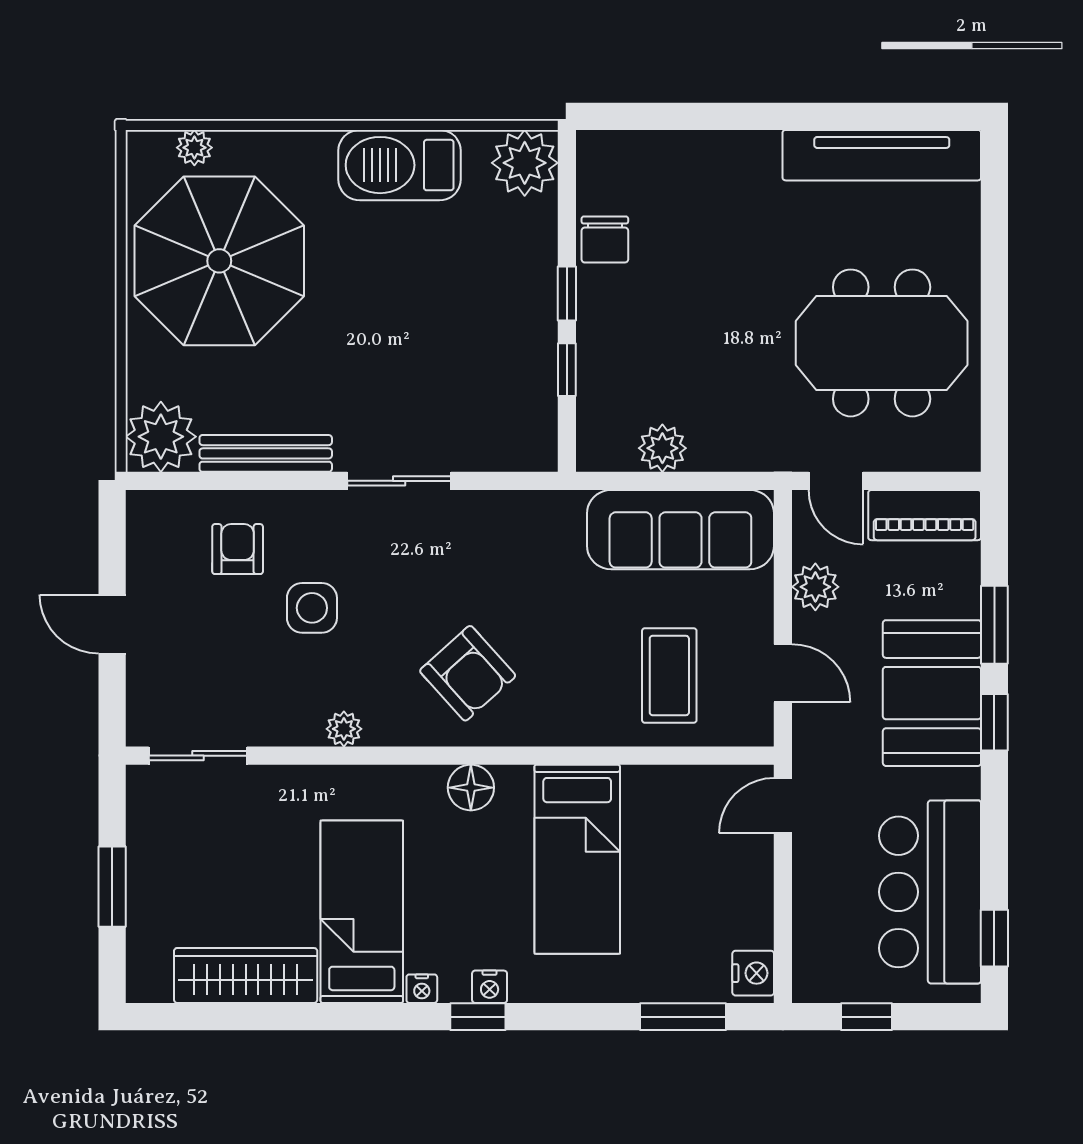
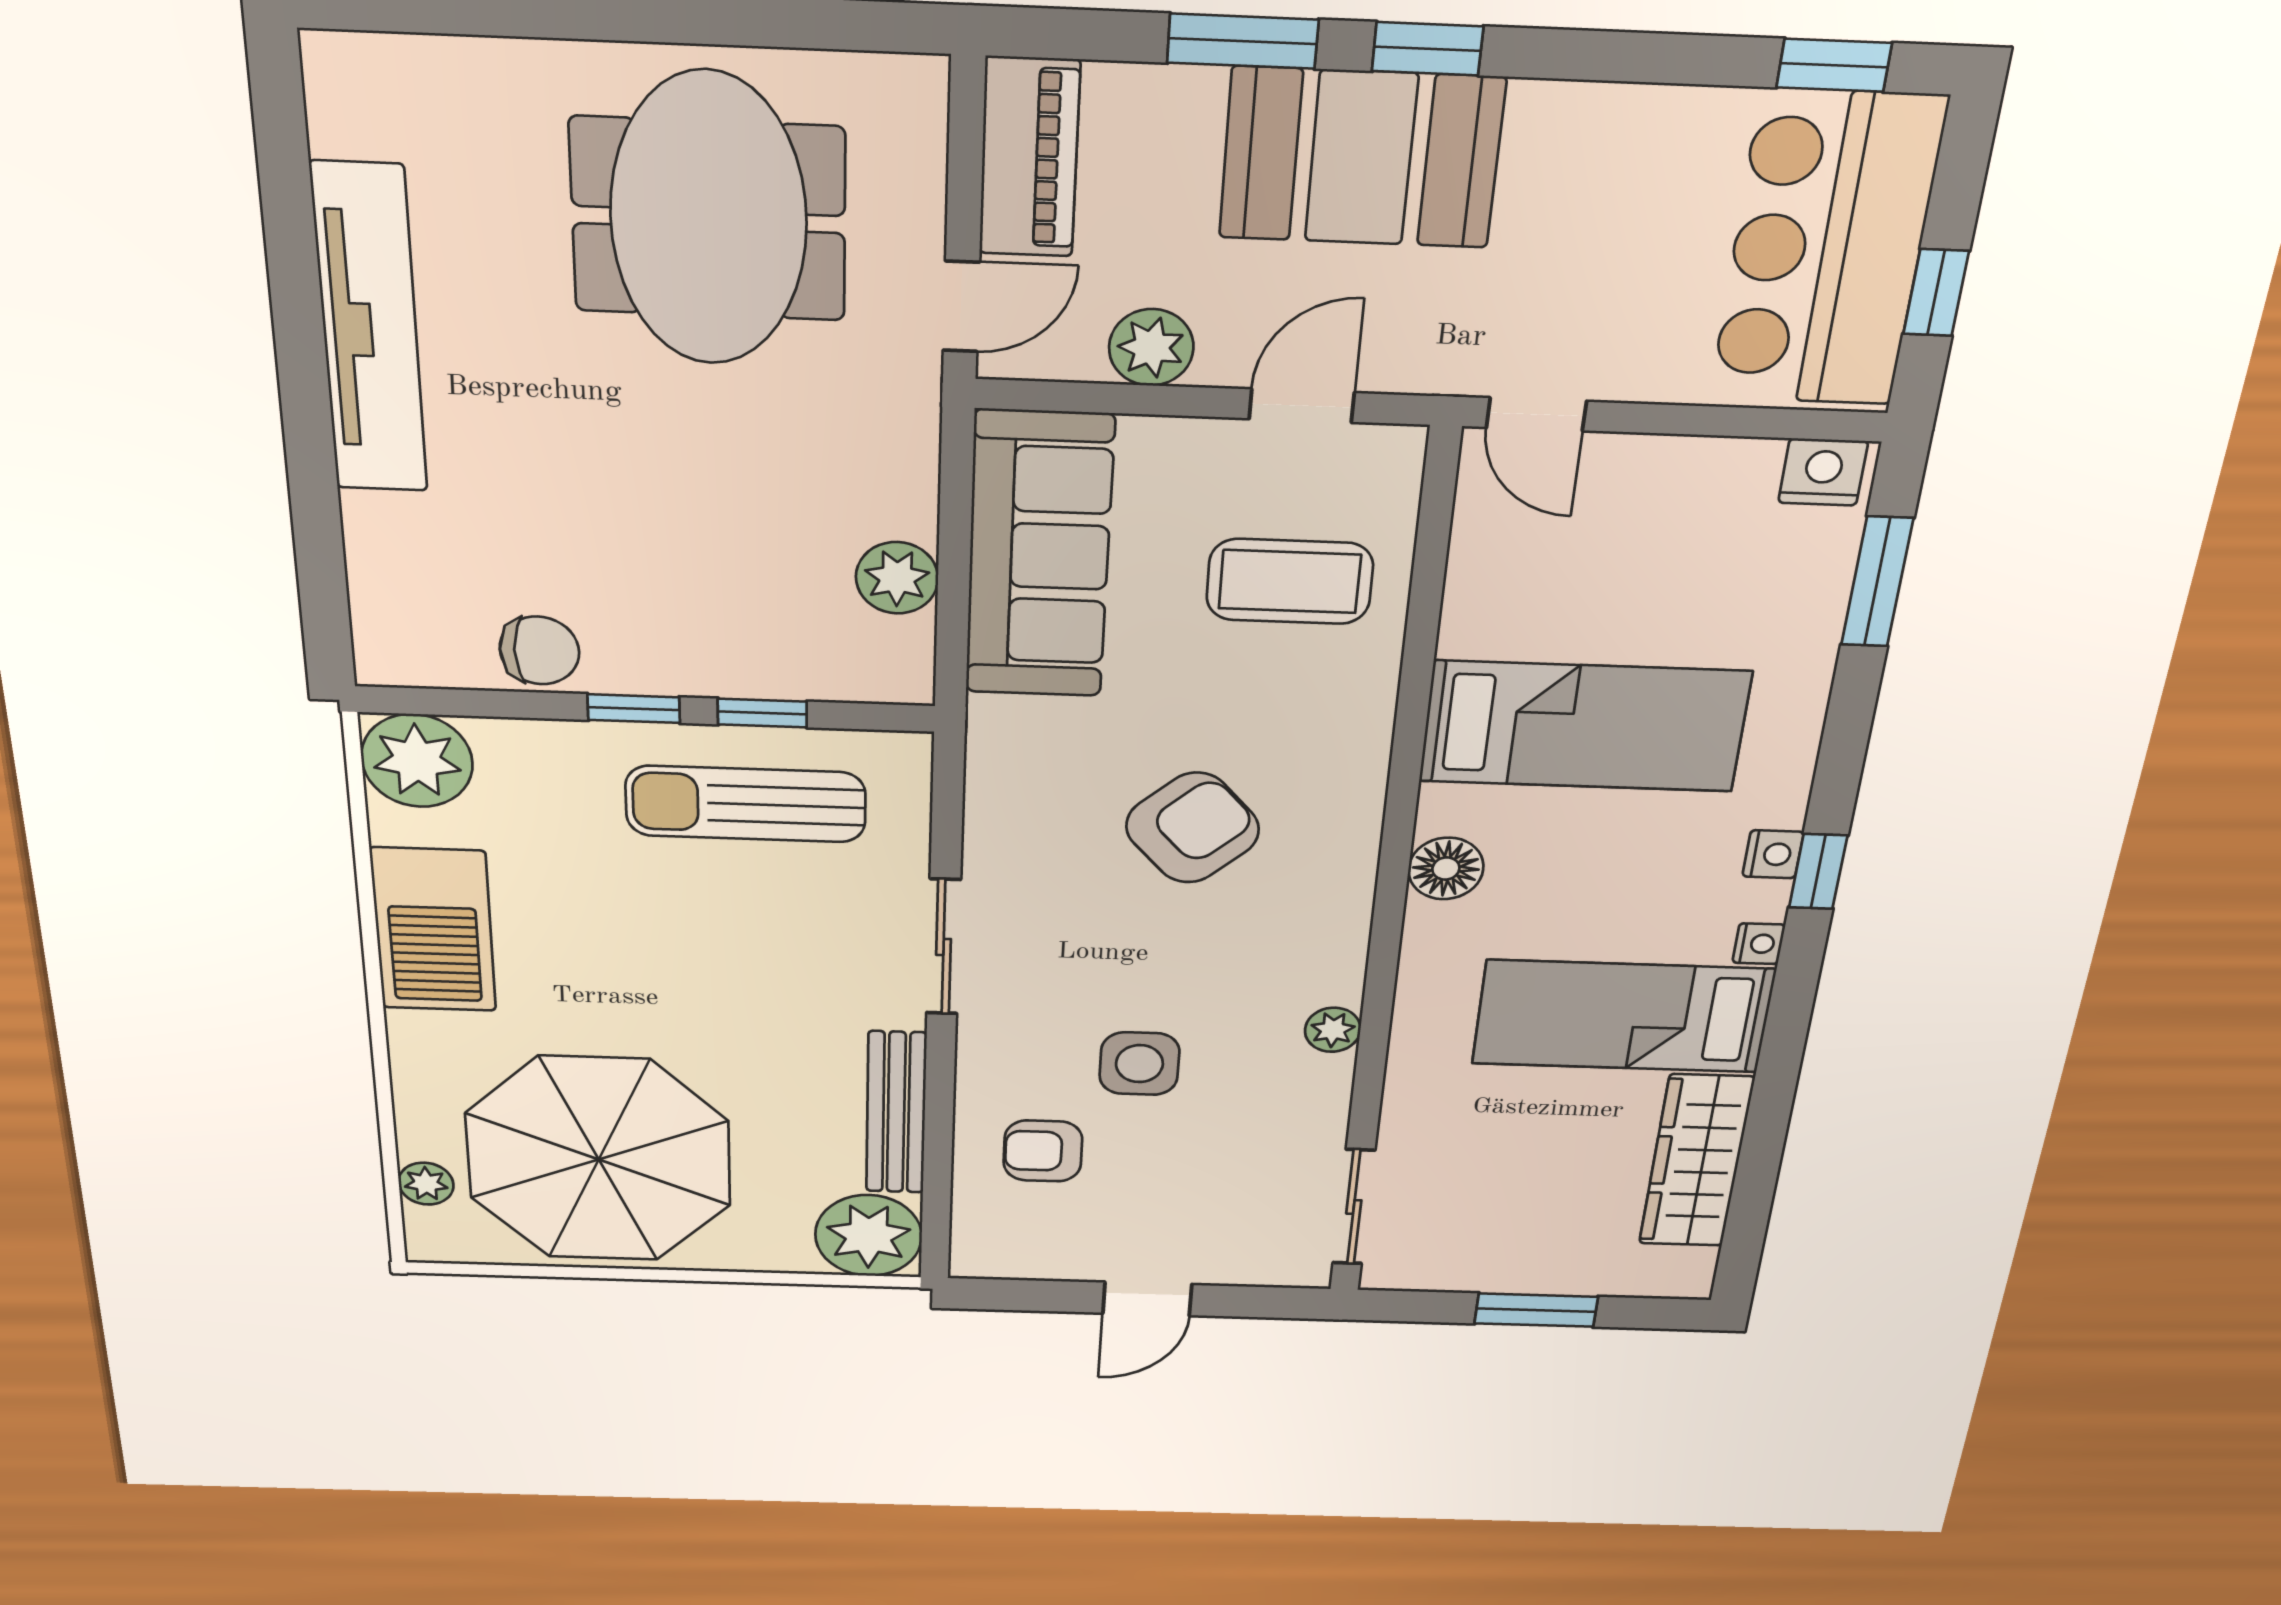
tv unit: (882, 155) -> (370, 330), moved
sun lounger: (501, 359) -> (746, 804), added
armchair: (468, 673) -> (1193, 828), moved
bar counter: (930, 892) -> (1827, 250), moved, turned 90

